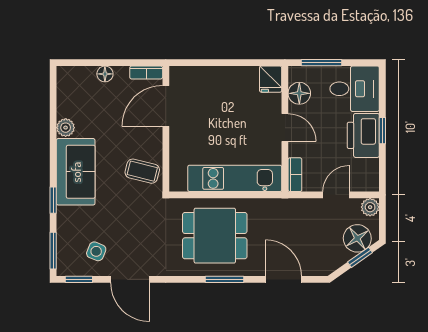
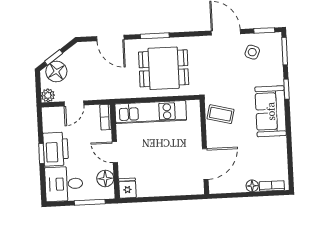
bookcase: (146, 73) -> (272, 186), moved
plant: (66, 128) -> (280, 144), removed

